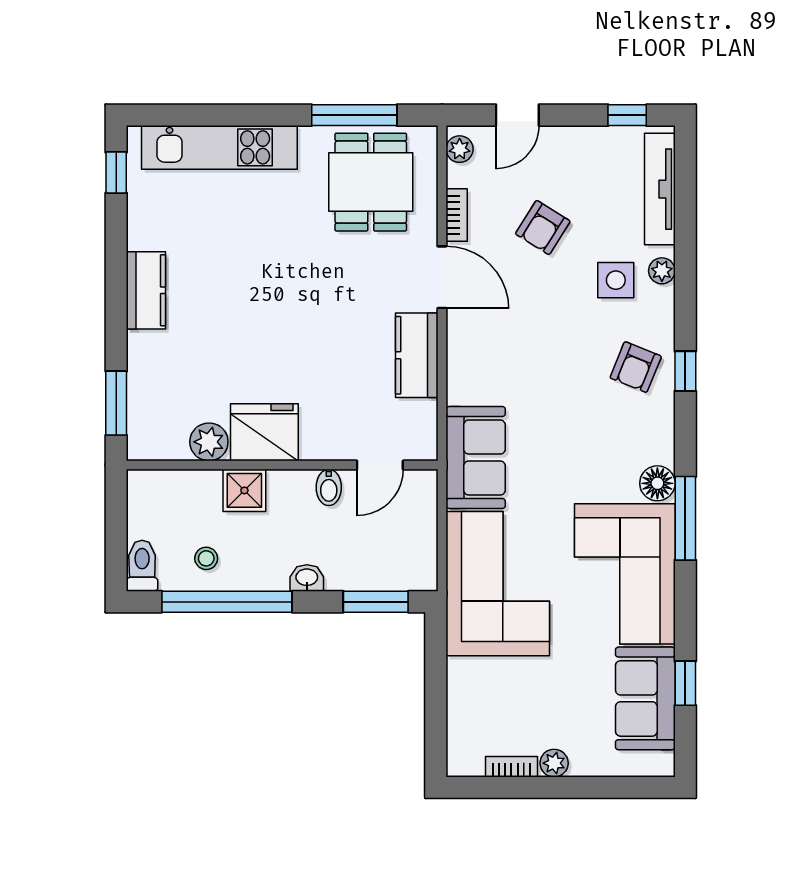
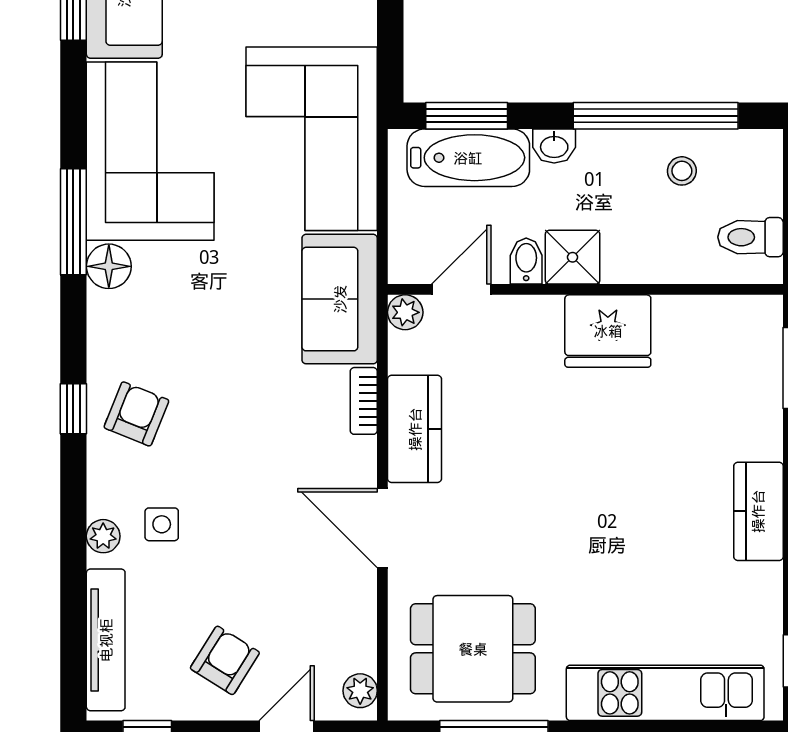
dining table: (371, 182) -> (473, 649), turned 90
bookcase: (457, 215) -> (364, 401), moved
armchair: (543, 227) -> (225, 660), moved
side table: (616, 280) -> (162, 524), width x0.73, depth x0.73
plant: (209, 442) -> (405, 312), moved, width x0.73, depth x0.73
shower: (244, 490) -> (573, 257), moved
toilet: (142, 566) -> (750, 237), moved, turned 90
bathtub: (374, 569) -> (468, 158), added

